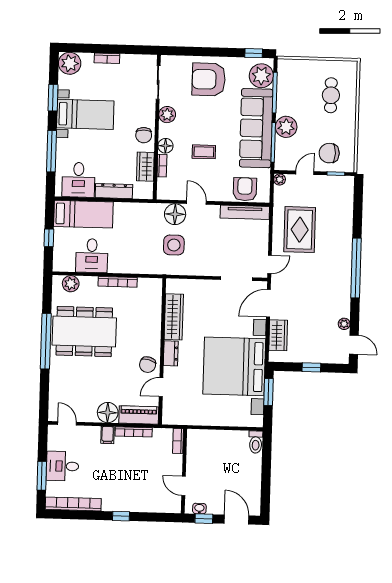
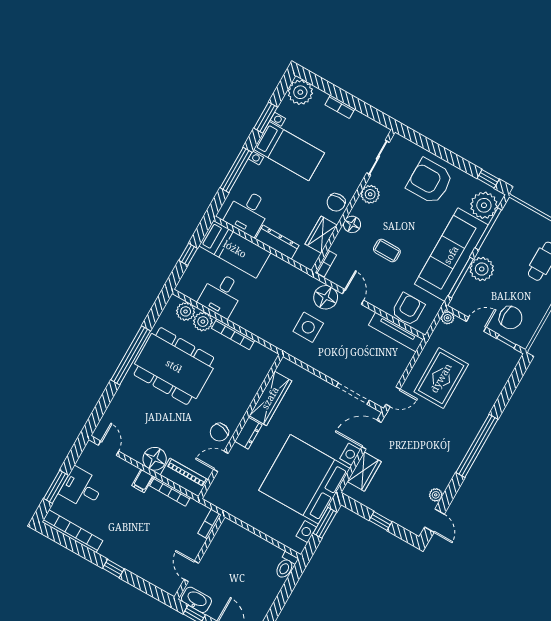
chair: (329, 153) -> (511, 318), turned 180
bookcase: (162, 166) -> (326, 263), moved
plant: (89, 284) -> (203, 322), added
washbasin: (199, 509) -> (196, 600), width x1.91, depth x1.45

